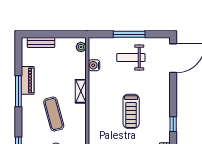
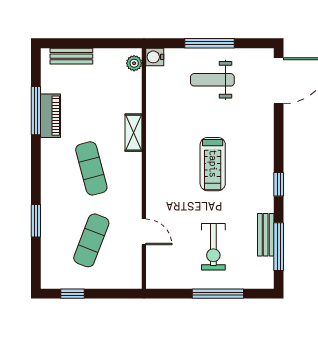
water cooler: (94, 65) -> (155, 57), moved
window: (18, 91) -> (36, 111), moved

